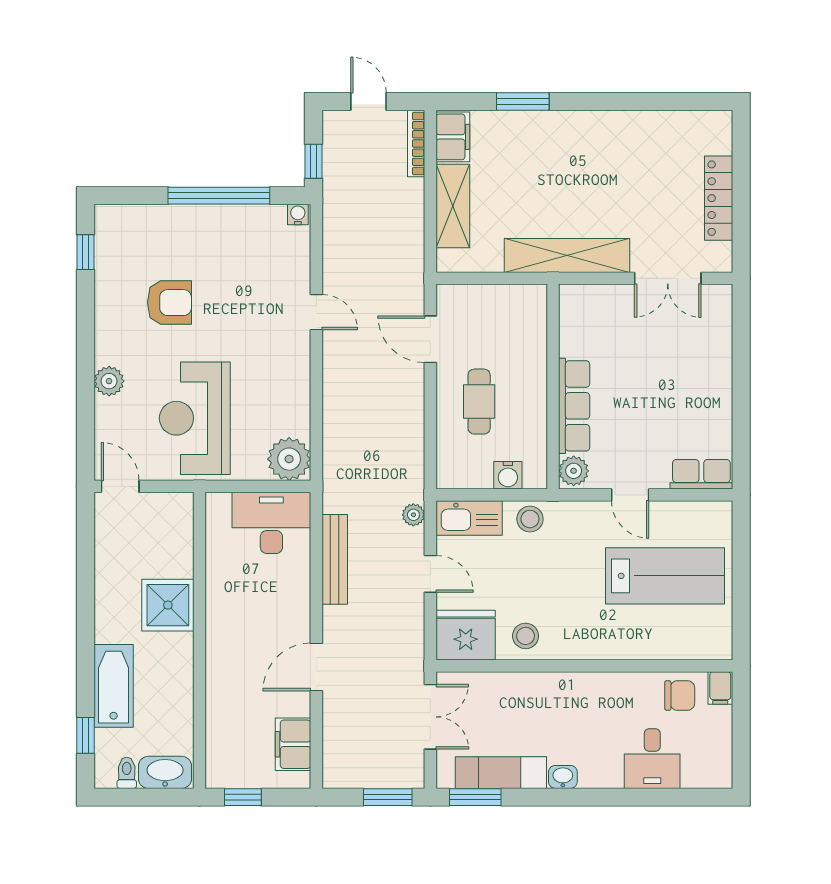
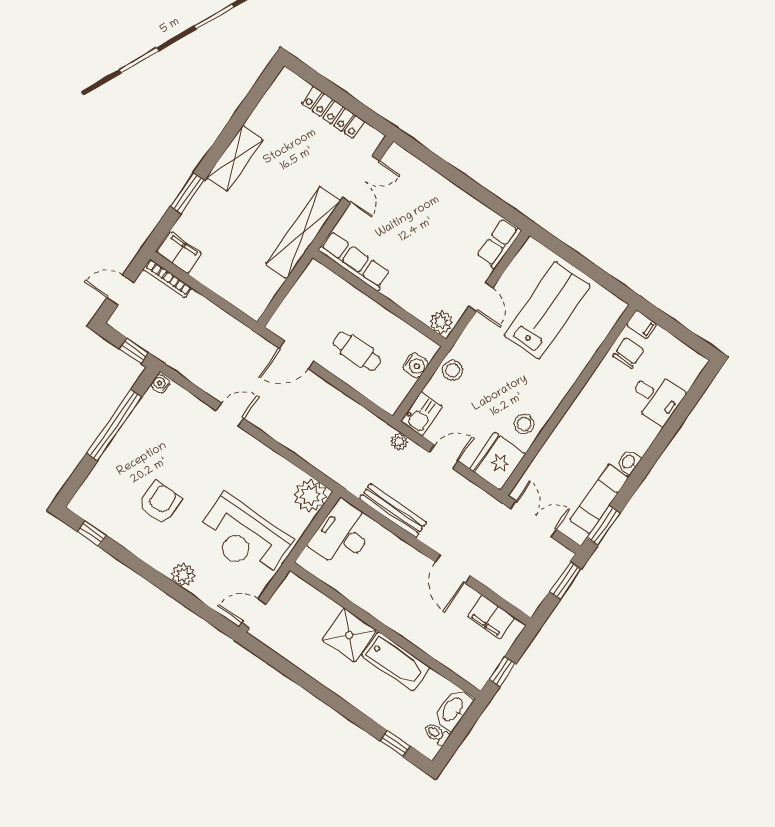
shelving: (453, 206) -> (235, 159), moved, turned 90
row of seats: (574, 406) -> (354, 261), moved
door: (630, 495) -> (481, 297), hinge flipped
kitchen sink: (469, 518) -> (422, 414), width x0.73
bathtub: (114, 686) -> (396, 661), moved, turned 180

